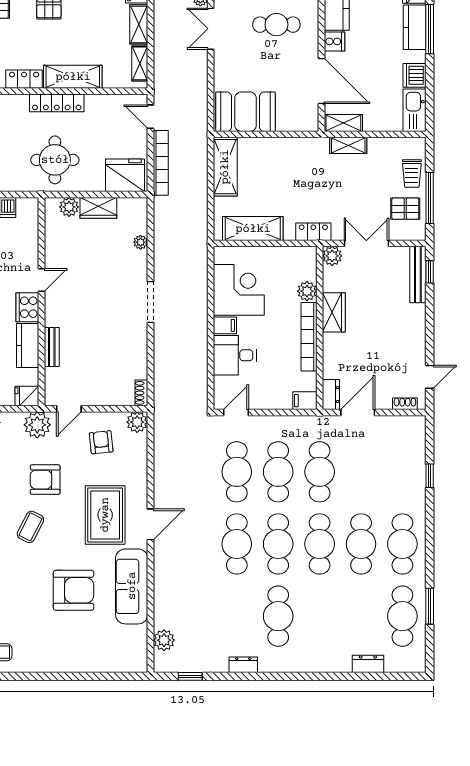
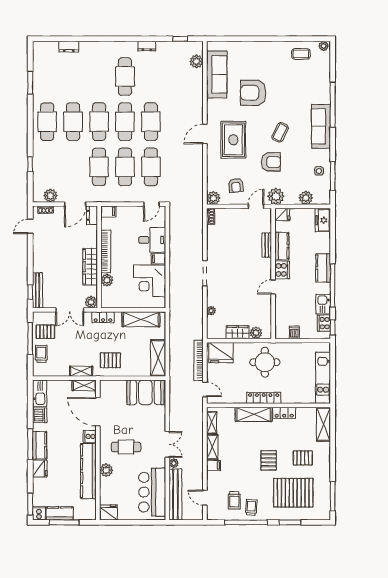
pallet: (301, 163) -> (110, 360), added
wardrobe: (334, 312) -> (90, 267), width x1.50
plant: (397, 426) -> (50, 196), added
sofa: (132, 586) -> (217, 74), moved
cafe table: (402, 616) -> (47, 77), removed

